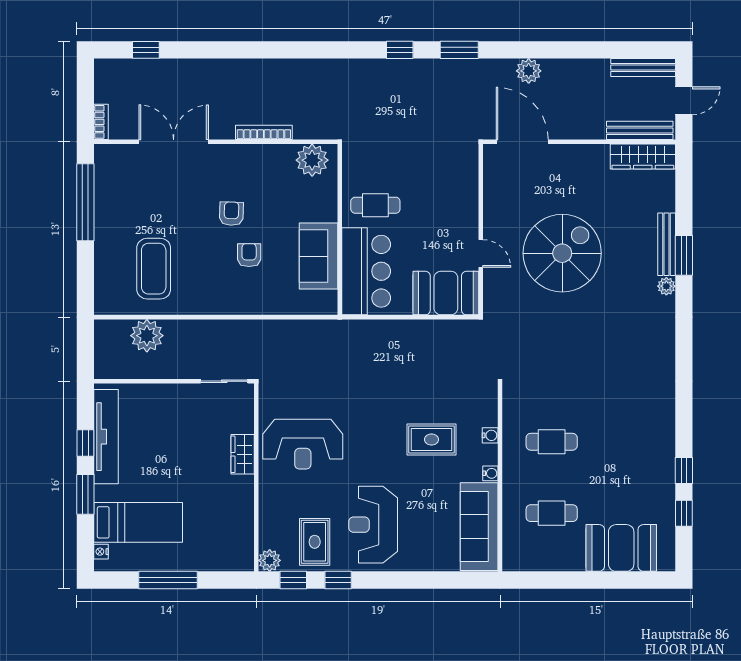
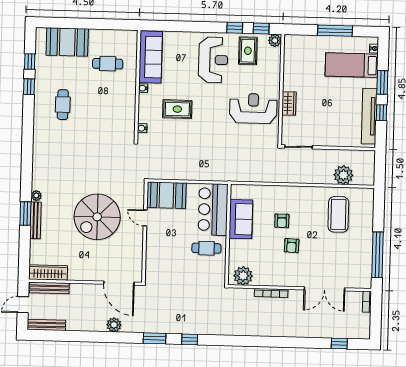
water cooler: (490, 435) -> (142, 128), moved
cafe table: (552, 442) -> (63, 105), moved, turned 90

